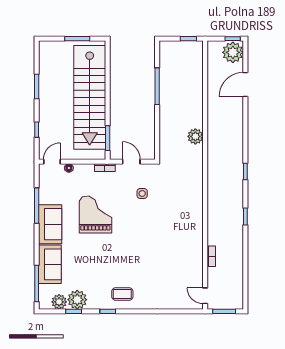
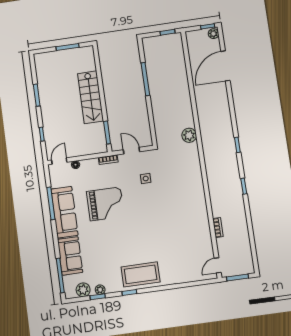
plant: (233, 52) -> (213, 34), width x0.53, depth x0.53
door: (245, 85) -> (225, 66), width x1.36
stairs: (90, 97) -> (91, 97), width x0.54, depth x0.66
plant: (195, 136) -> (189, 135), moved
grand piano: (95, 214) -> (106, 204), turned 90
sofa: (50, 224) -> (64, 212), width x1.36
coffee table: (122, 294) -> (141, 274), width x1.86, depth x1.72
door: (205, 296) -> (218, 265), hinge flipped
plant: (77, 300) -> (100, 290), width x0.53, depth x0.53

